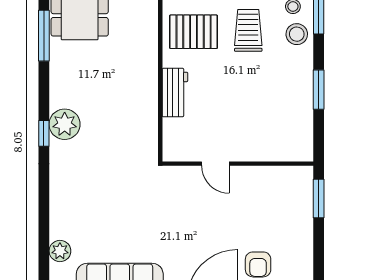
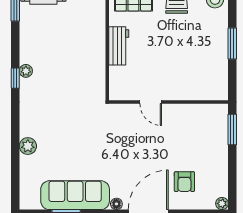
plant: (65, 124) -> (26, 71), width x0.53, depth x0.53
plant: (60, 251) -> (28, 146), moved

